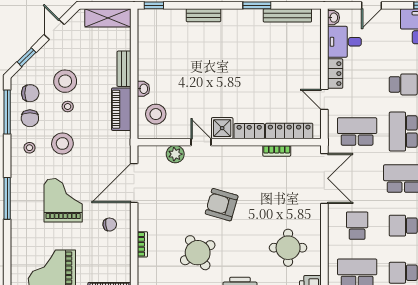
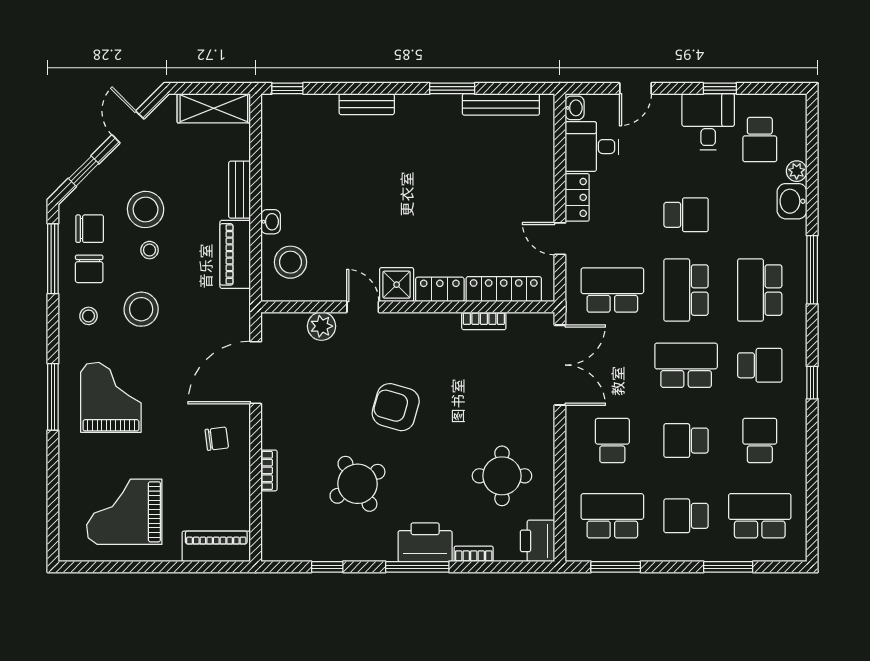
grand piano: (63, 200) -> (111, 397), moved

